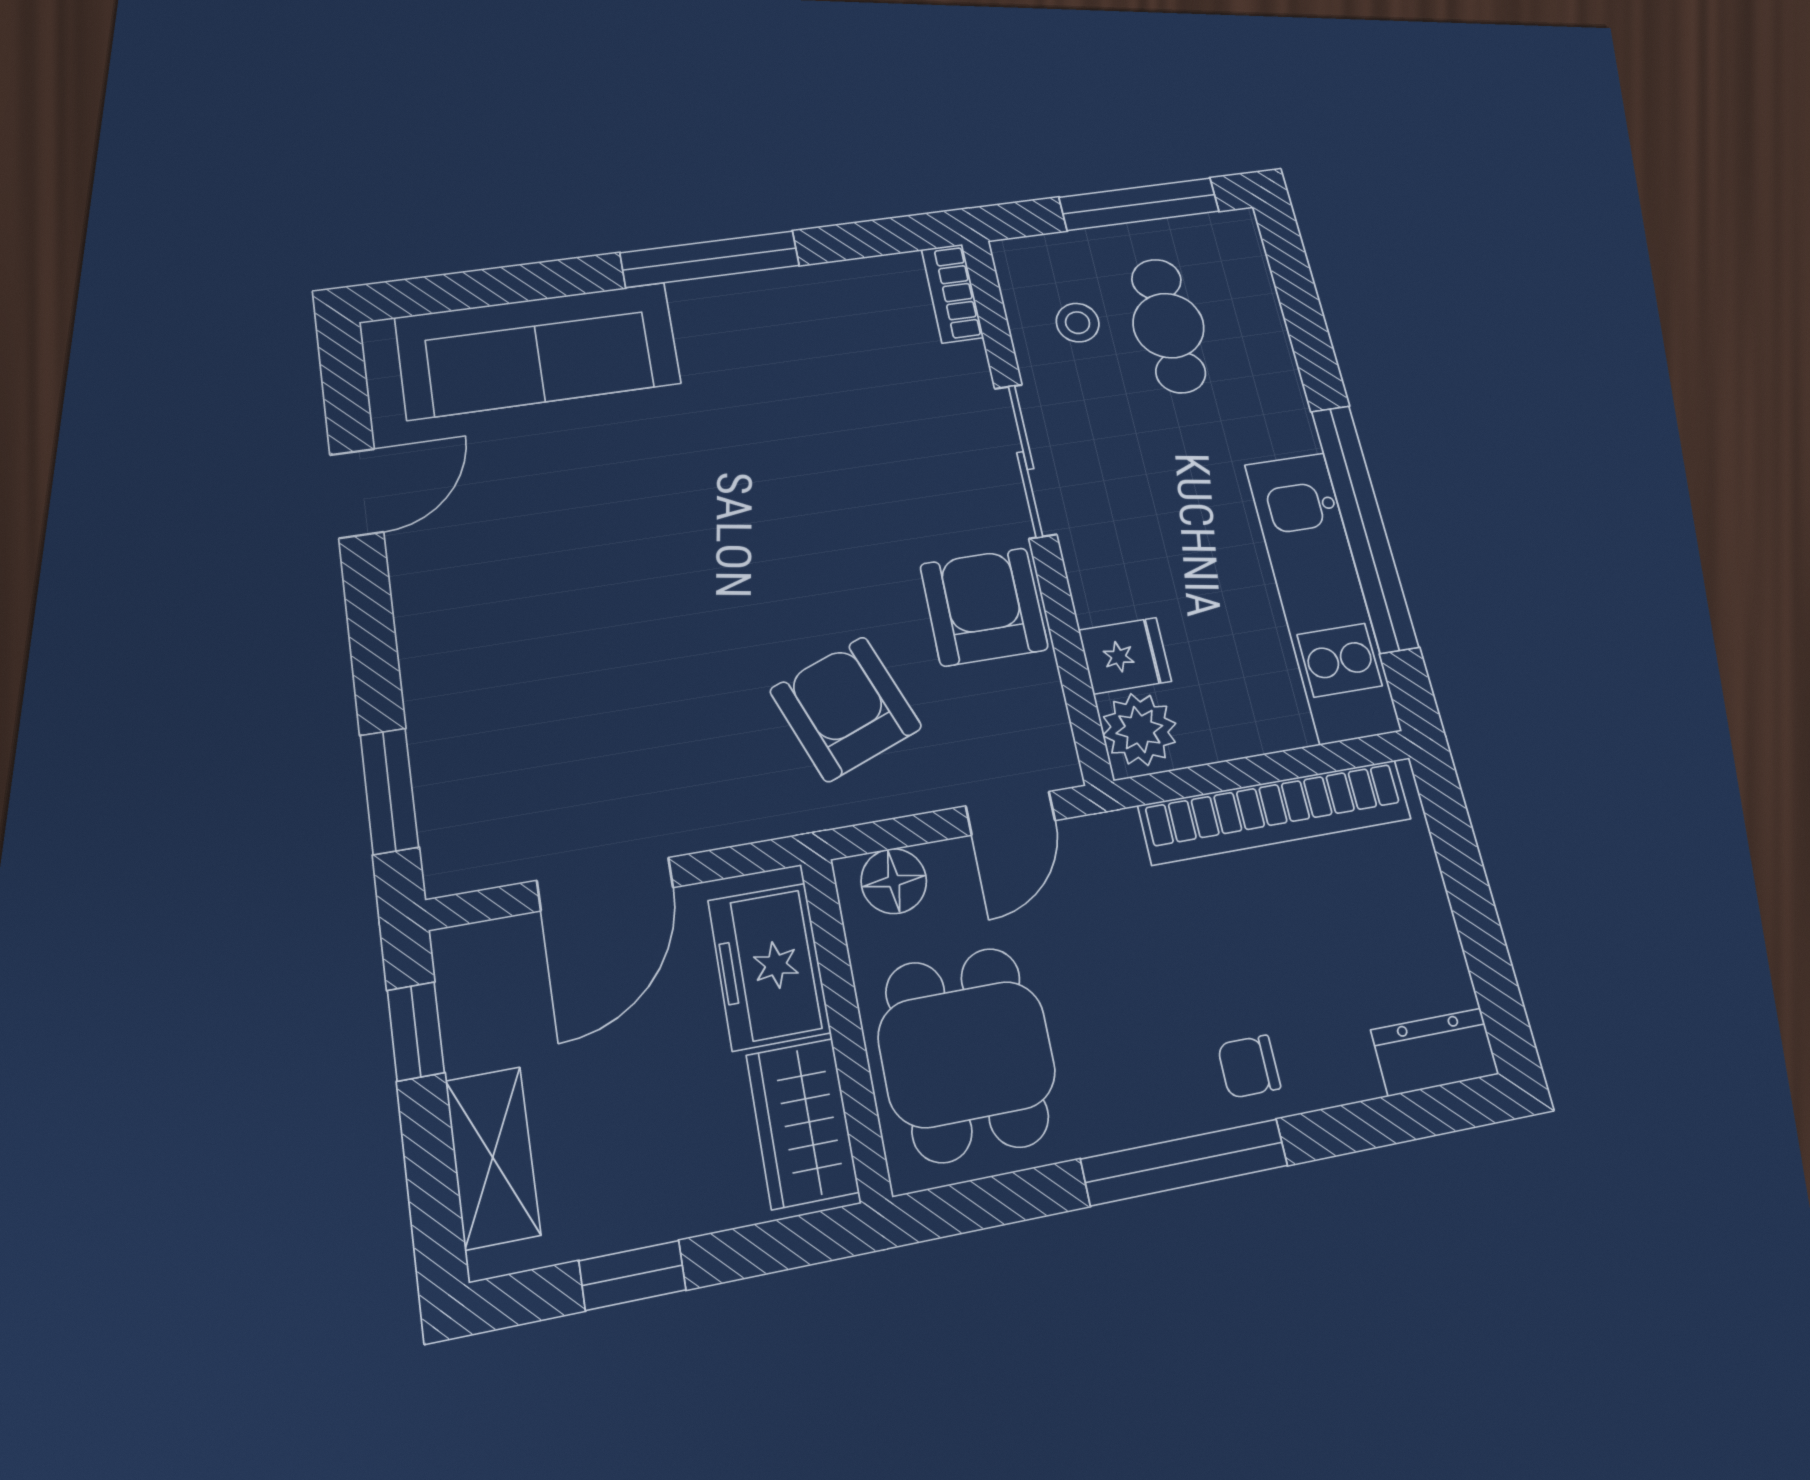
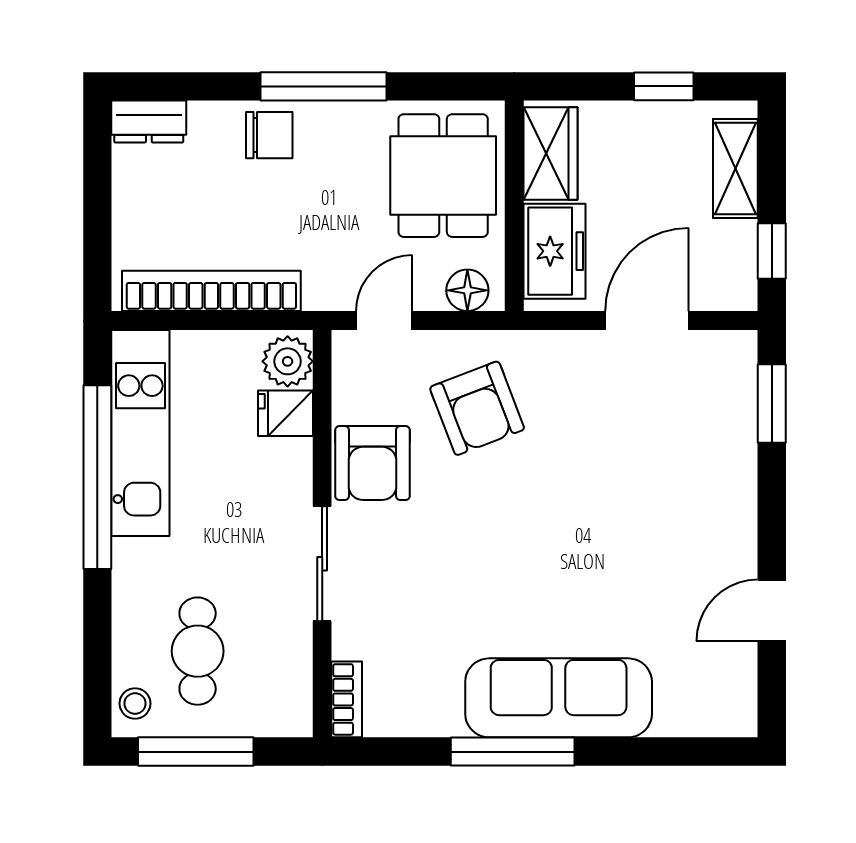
stool: (1078, 323) -> (135, 703), moved
sofa: (538, 350) -> (559, 698), moved
chair: (1249, 1067) -> (269, 135), width x1.37, depth x1.37

